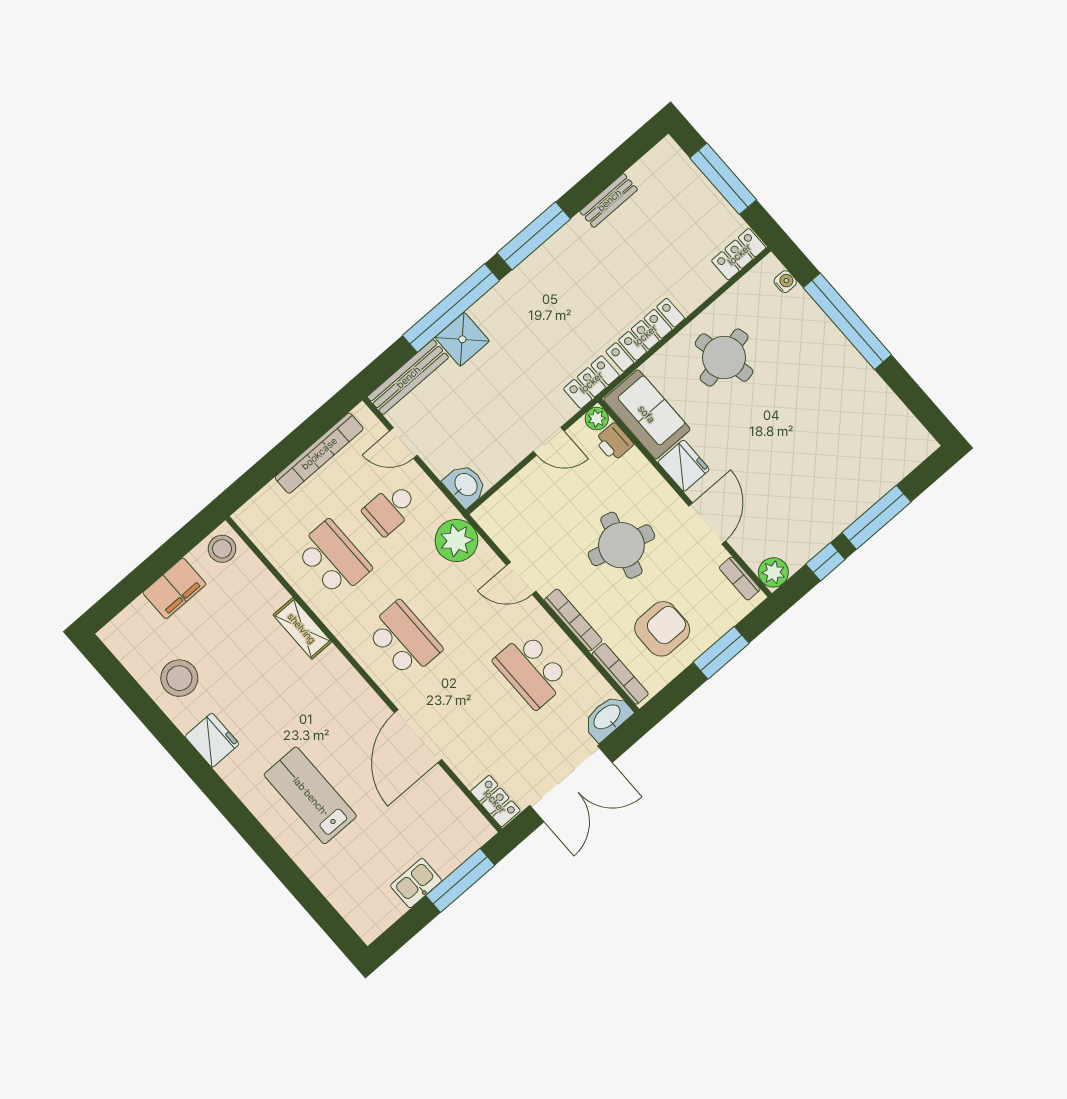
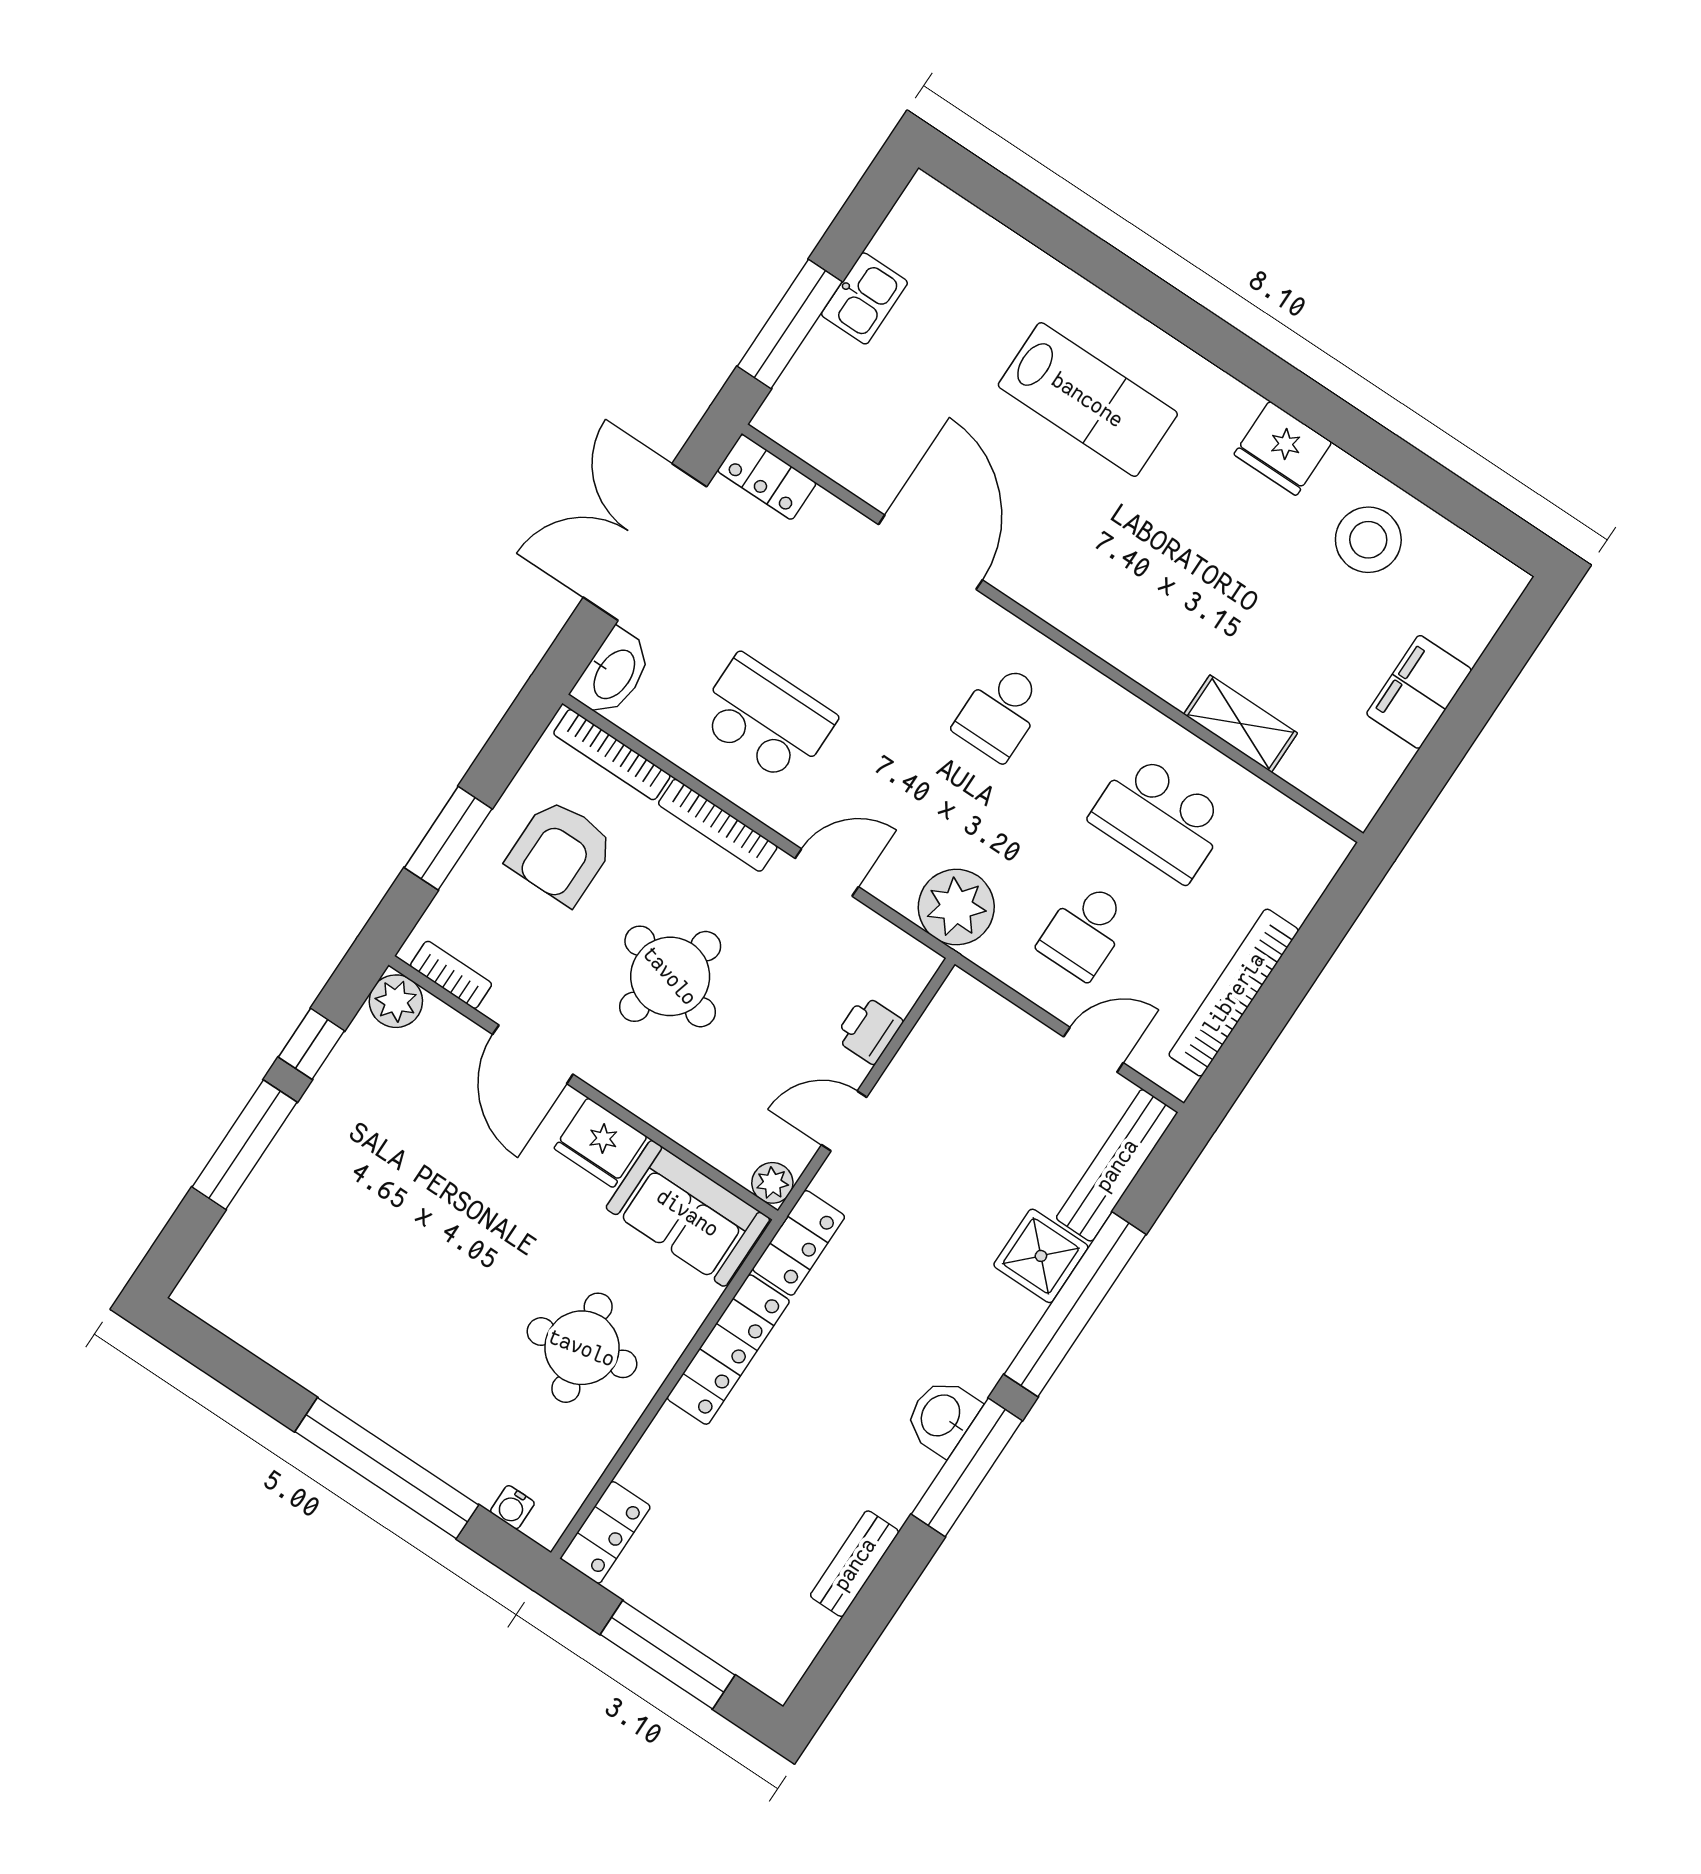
printer: (614, 442) -> (869, 1030), moved, turned -90
washbasin: (465, 485) -> (942, 1416), moved, turned 90
school desk: (390, 509) -> (1085, 931), turned 180
stool: (222, 549) -> (1356, 782), removed
shelving: (302, 628) -> (1241, 724), moved
school desk: (404, 639) -> (1000, 712), width x0.54

